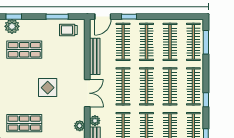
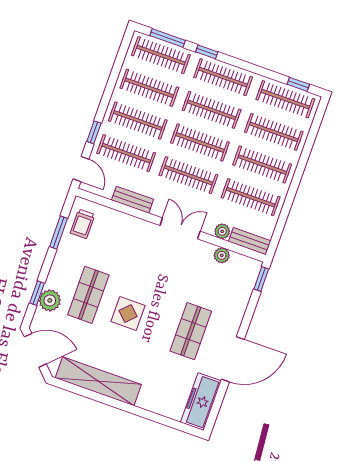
bench: (95, 56) -> (133, 200), width x0.73
display table: (48, 88) -> (128, 313), moved
window: (206, 100) -> (207, 52), moved

